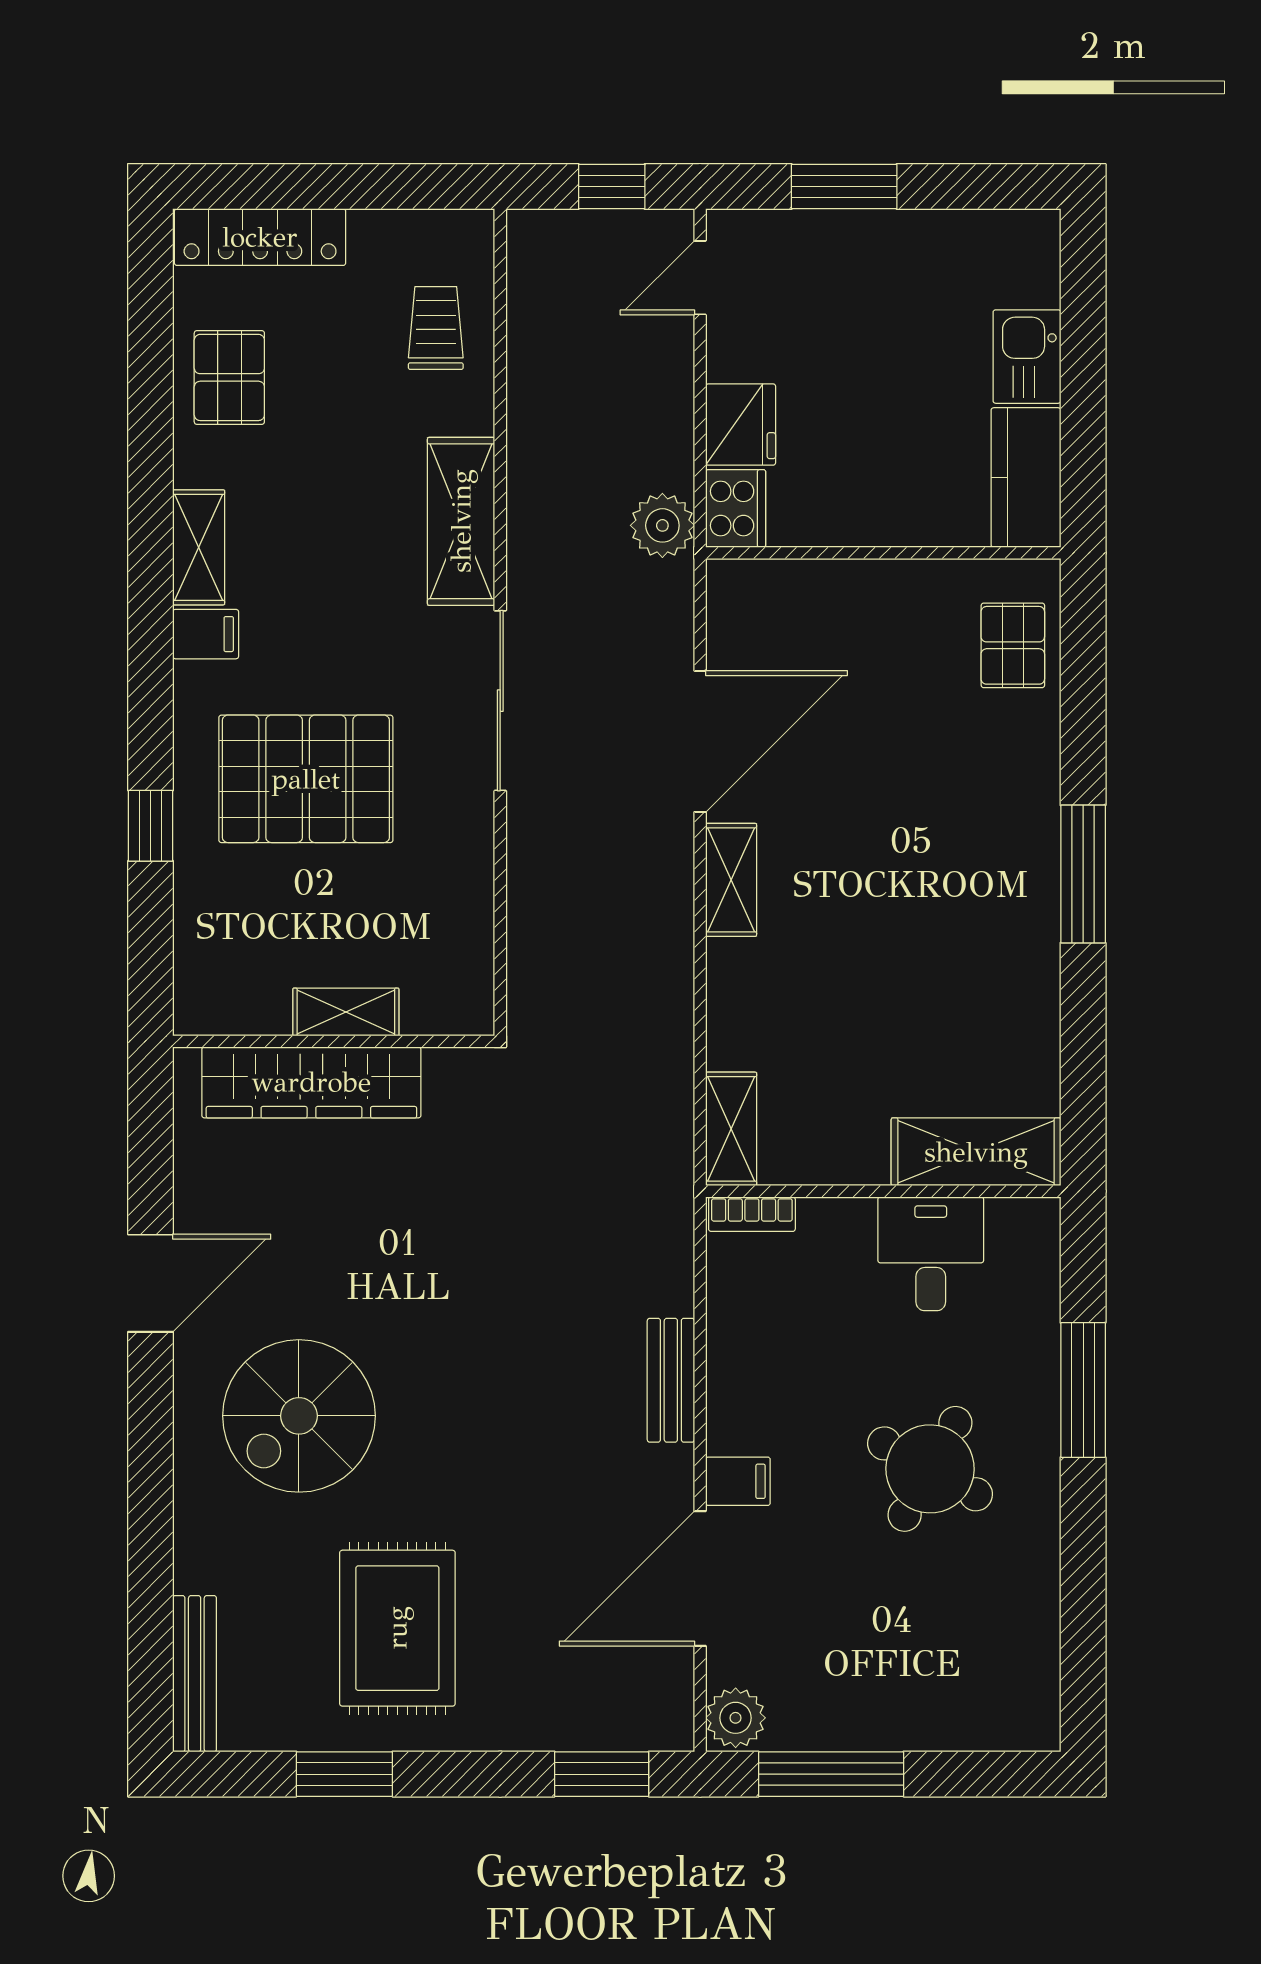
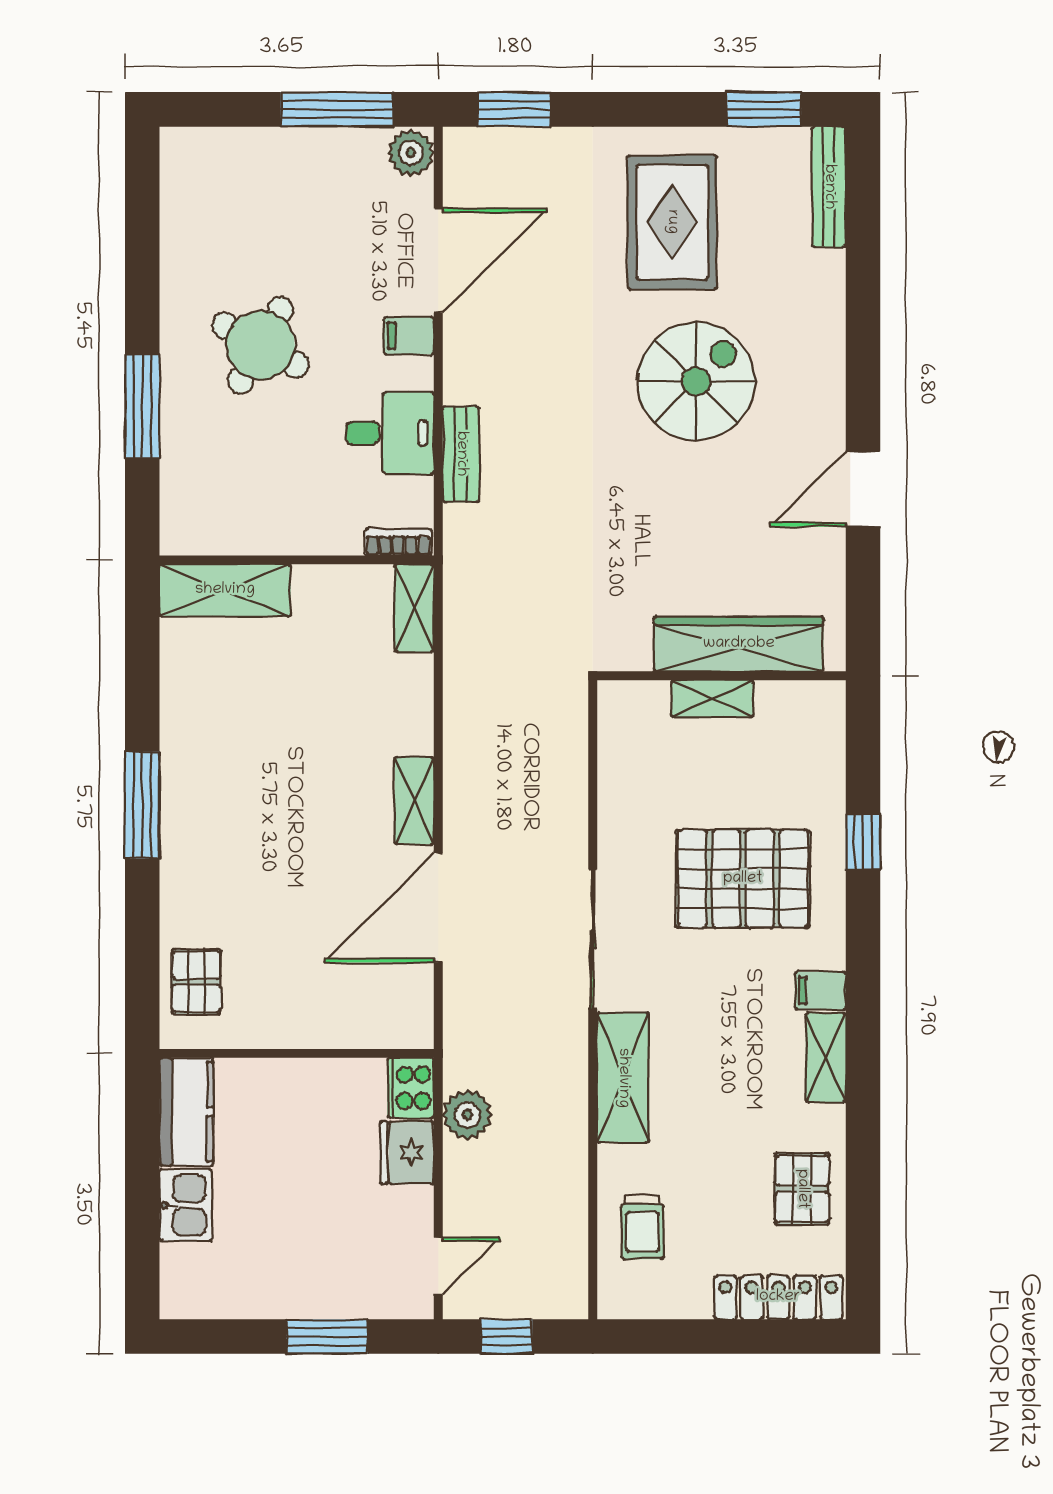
plant: (662, 525) -> (467, 1115), moved
desk: (931, 1254) -> (390, 433), moved, turned -90
bench: (671, 1380) -> (461, 454), moved
spiral stairs: (299, 1416) -> (696, 381), moved
window: (344, 1774) -> (764, 109), moved

